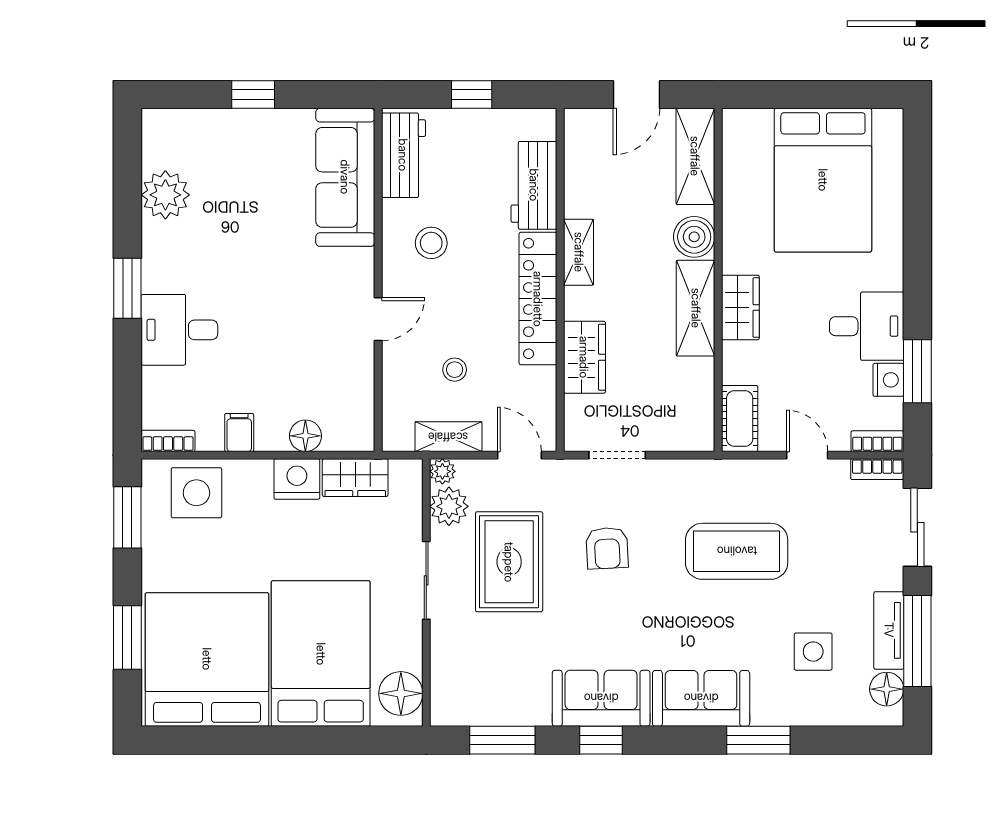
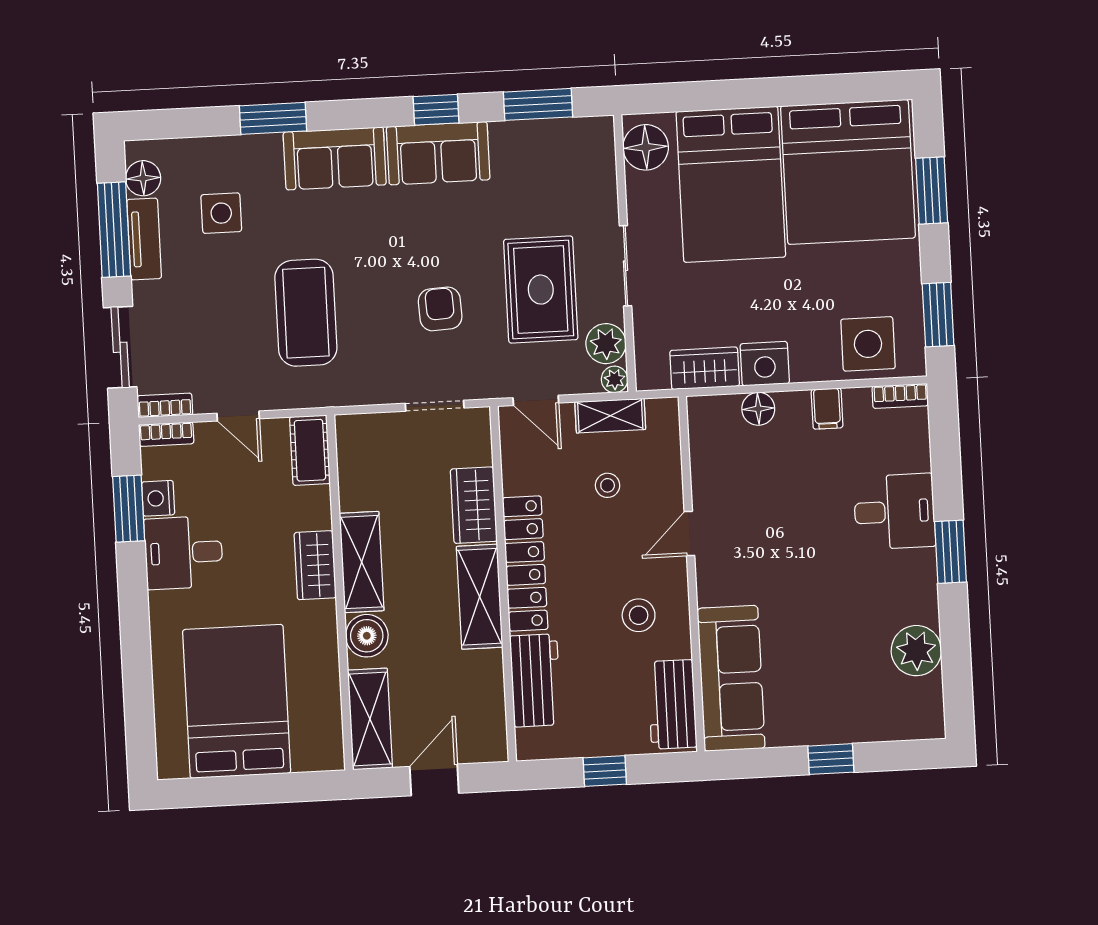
shelving: (579, 252) -> (480, 597), width x1.50, depth x1.33
coffee table: (737, 551) -> (306, 313), turned 90

